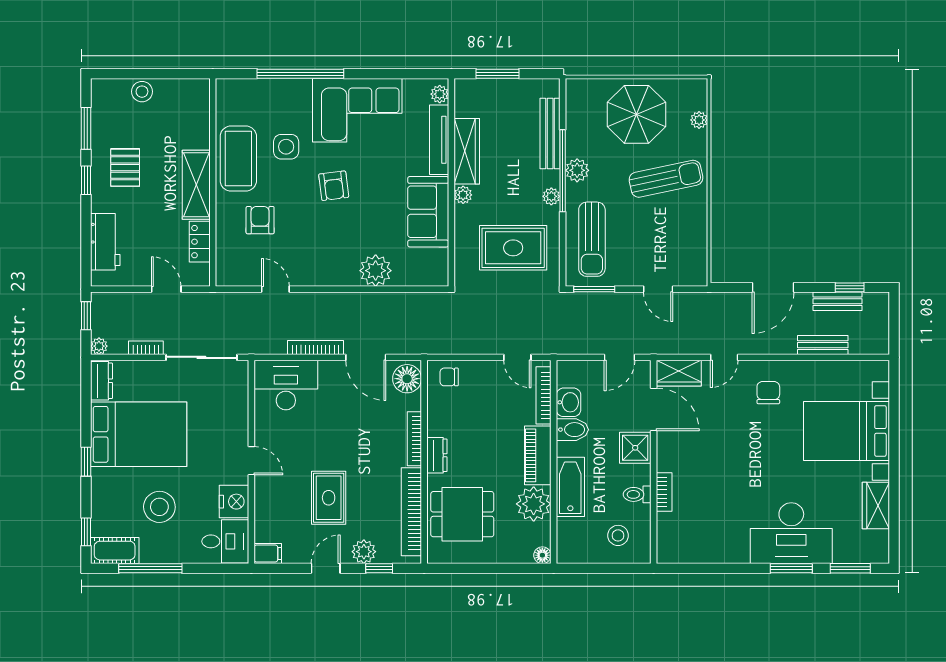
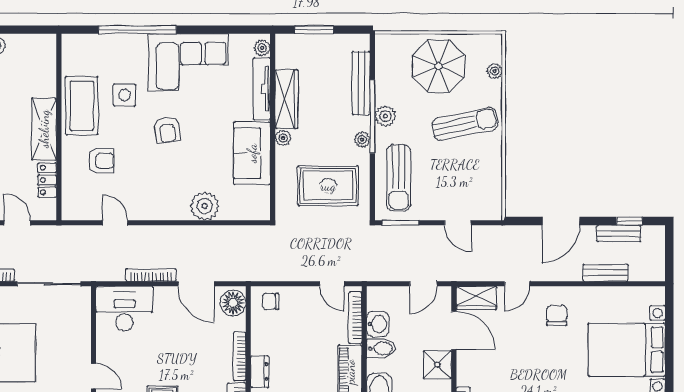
armchair: (260, 220) -> (101, 161), turned 90

